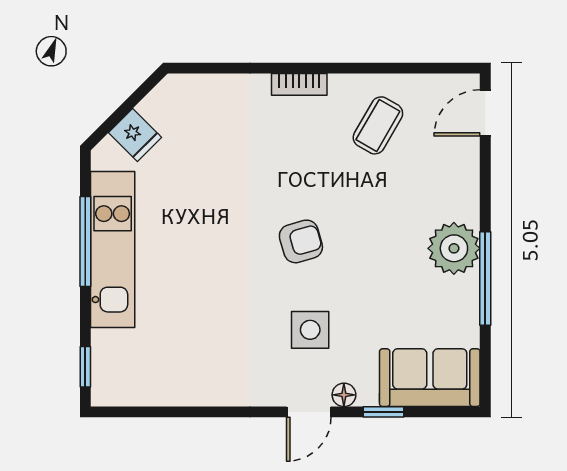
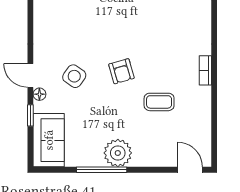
coffee table: (378, 125) -> (159, 102), moved, turned -30
side table: (310, 330) -> (74, 76), turned 35

